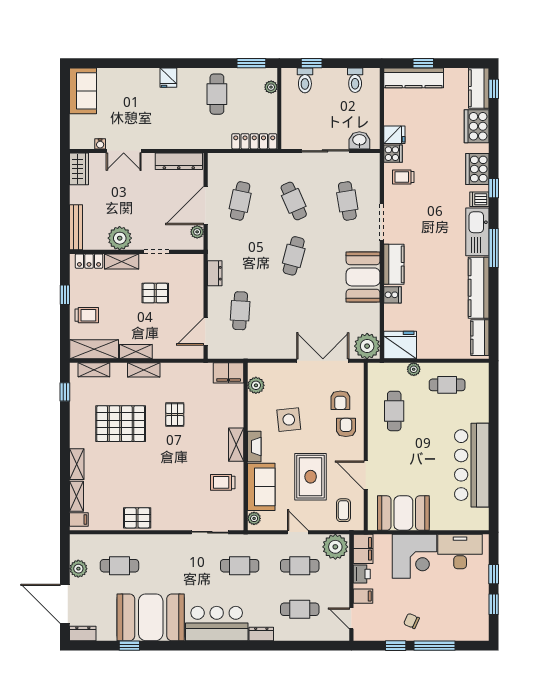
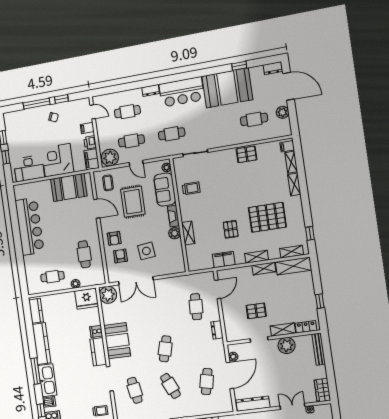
trolley: (87, 315) -> (302, 289), removed
filing cabinet: (229, 373) -> (224, 260), moved
plant: (256, 385) -> (175, 233), moved
side table: (289, 420) -> (146, 251), moved
shelving: (236, 445) -> (188, 233), moved

